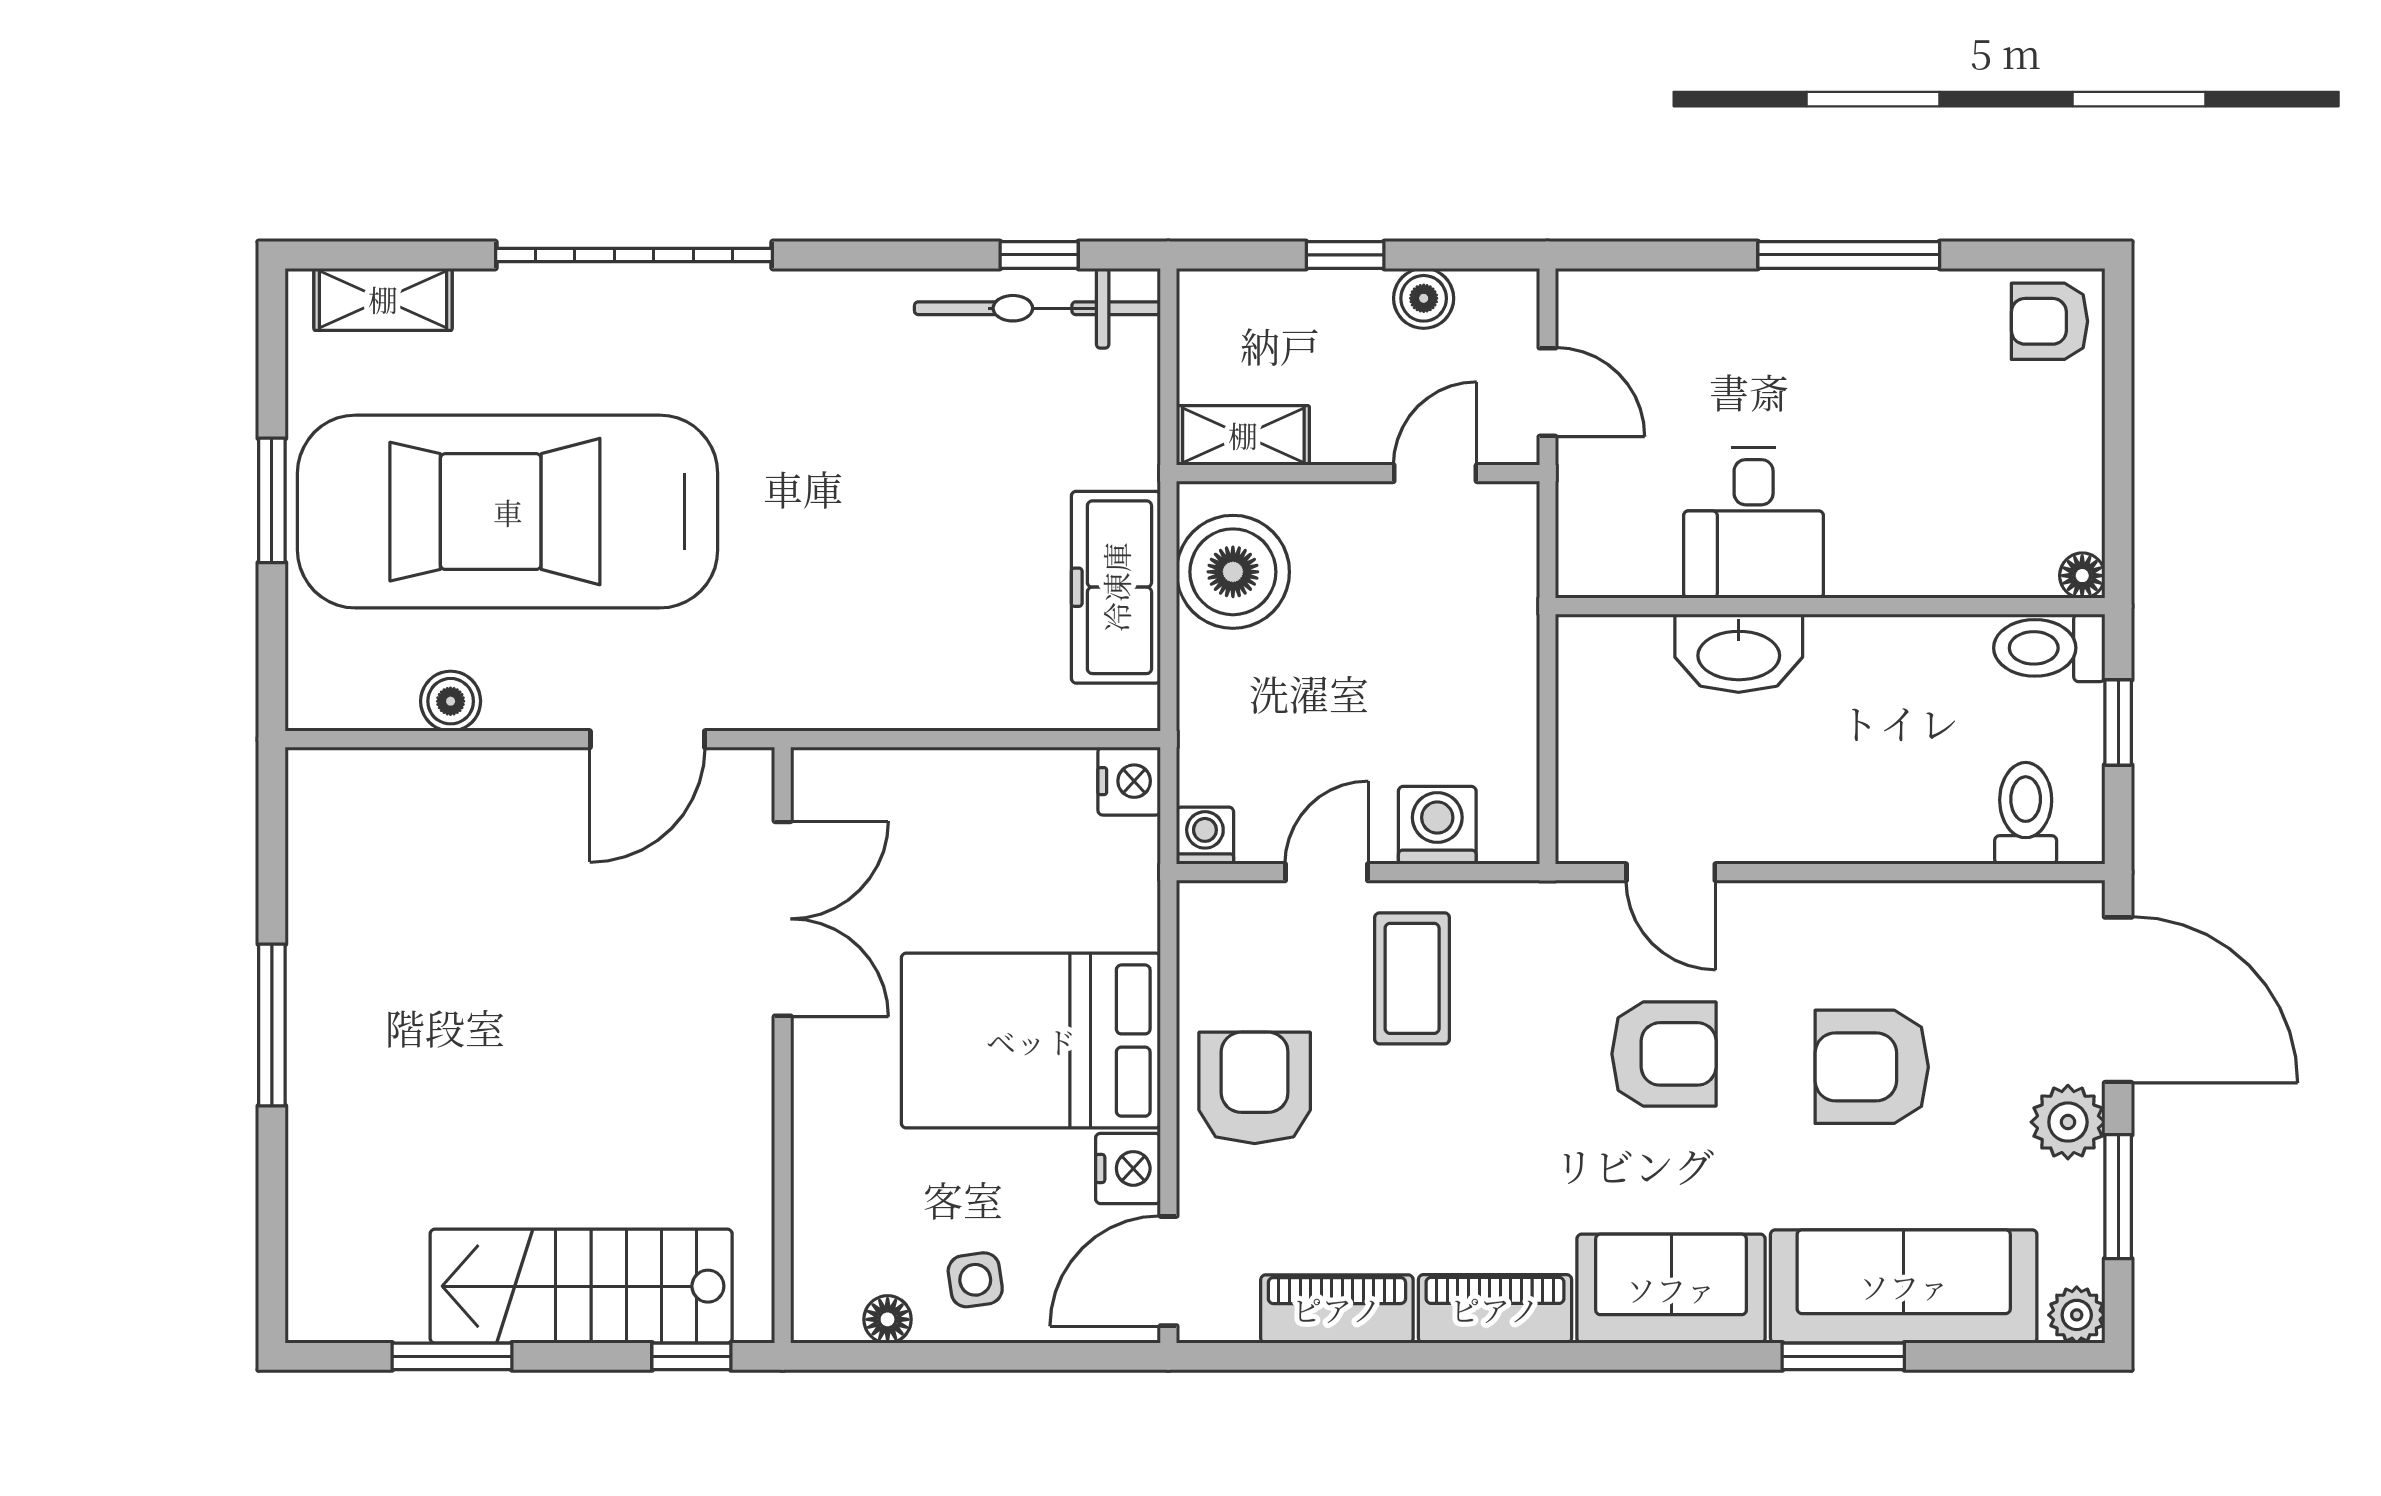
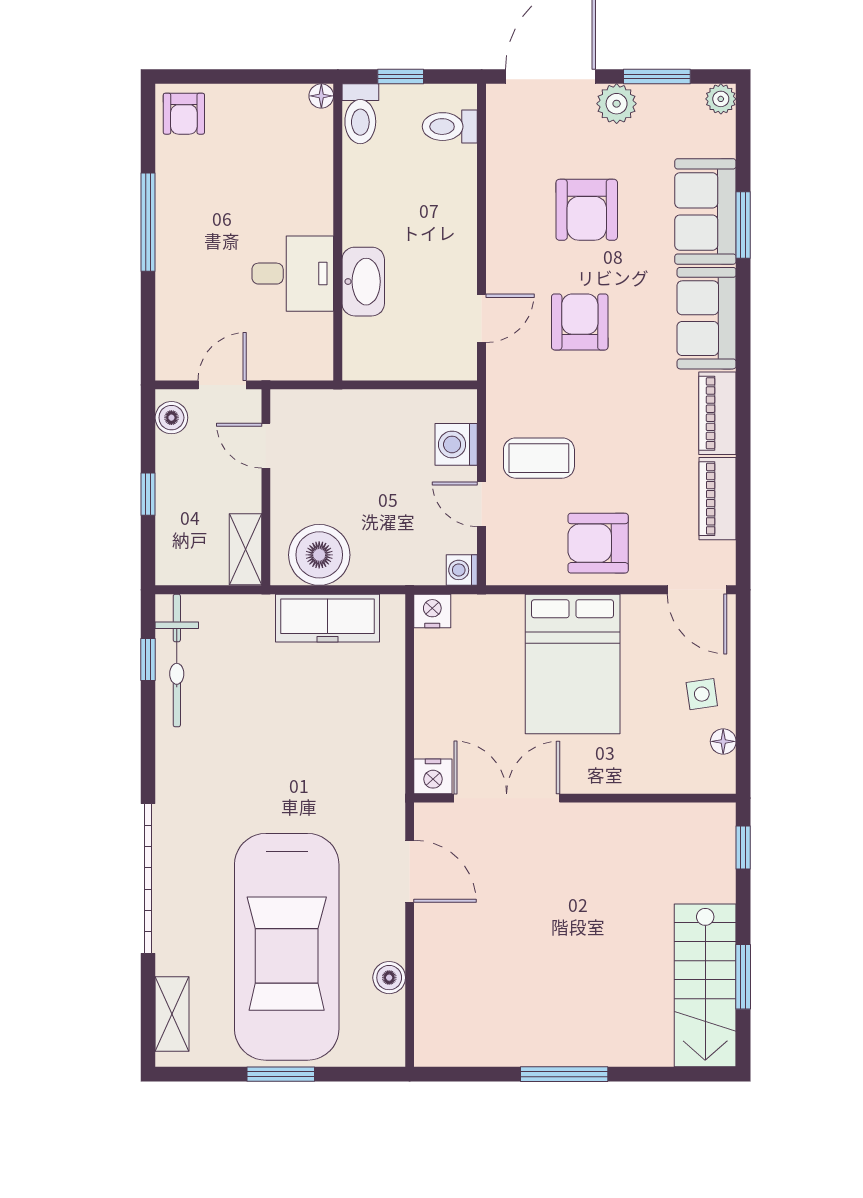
boiler: (1424, 298) -> (171, 418), moved
nightstand: (1128, 1168) -> (433, 776), moved, turned 180
stairs: (581, 1286) -> (705, 985), moved
sofa: (1904, 1286) -> (705, 211), width x0.73

